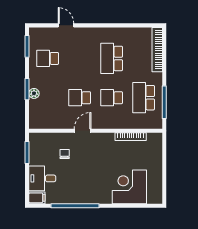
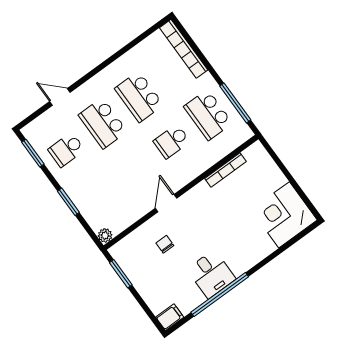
plant: (34, 93) -> (105, 235), moved
school desk: (80, 98) -> (103, 123), moved, width x1.85
desk: (42, 178) -> (211, 274), moved, turned -90
corner desk: (129, 187) -> (284, 215), moved

